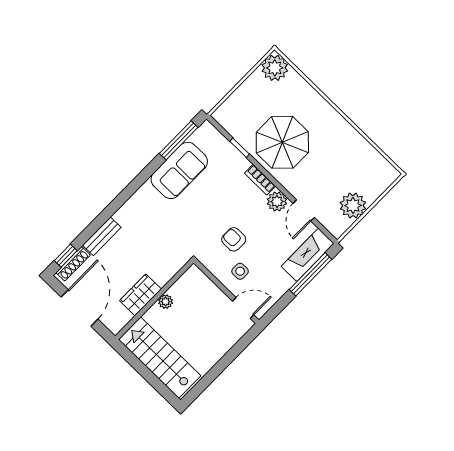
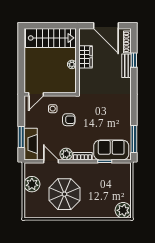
parasol: (282, 142) -> (64, 194), moved
sofa: (179, 170) -> (111, 150), moved, turned 90
window: (66, 256) -> (134, 60), moved
window: (310, 274) -> (21, 137), width x0.69

